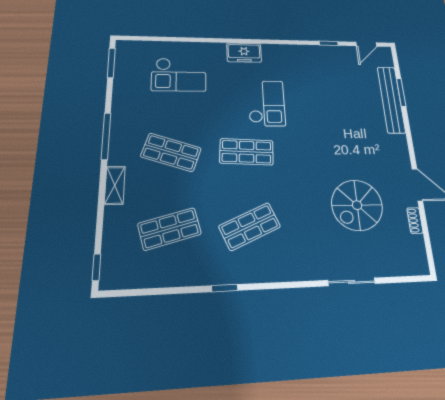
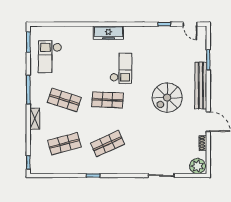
door: (366, 44) -> (190, 24), hinge flipped
freezer: (244, 53) -> (108, 33), width x1.40
checkout: (179, 75) -> (50, 57), moved, turned 90
bench: (391, 100) -> (201, 85), moved
spiral stairs: (357, 205) -> (167, 98), moved
plant: (412, 261) -> (197, 166), added

